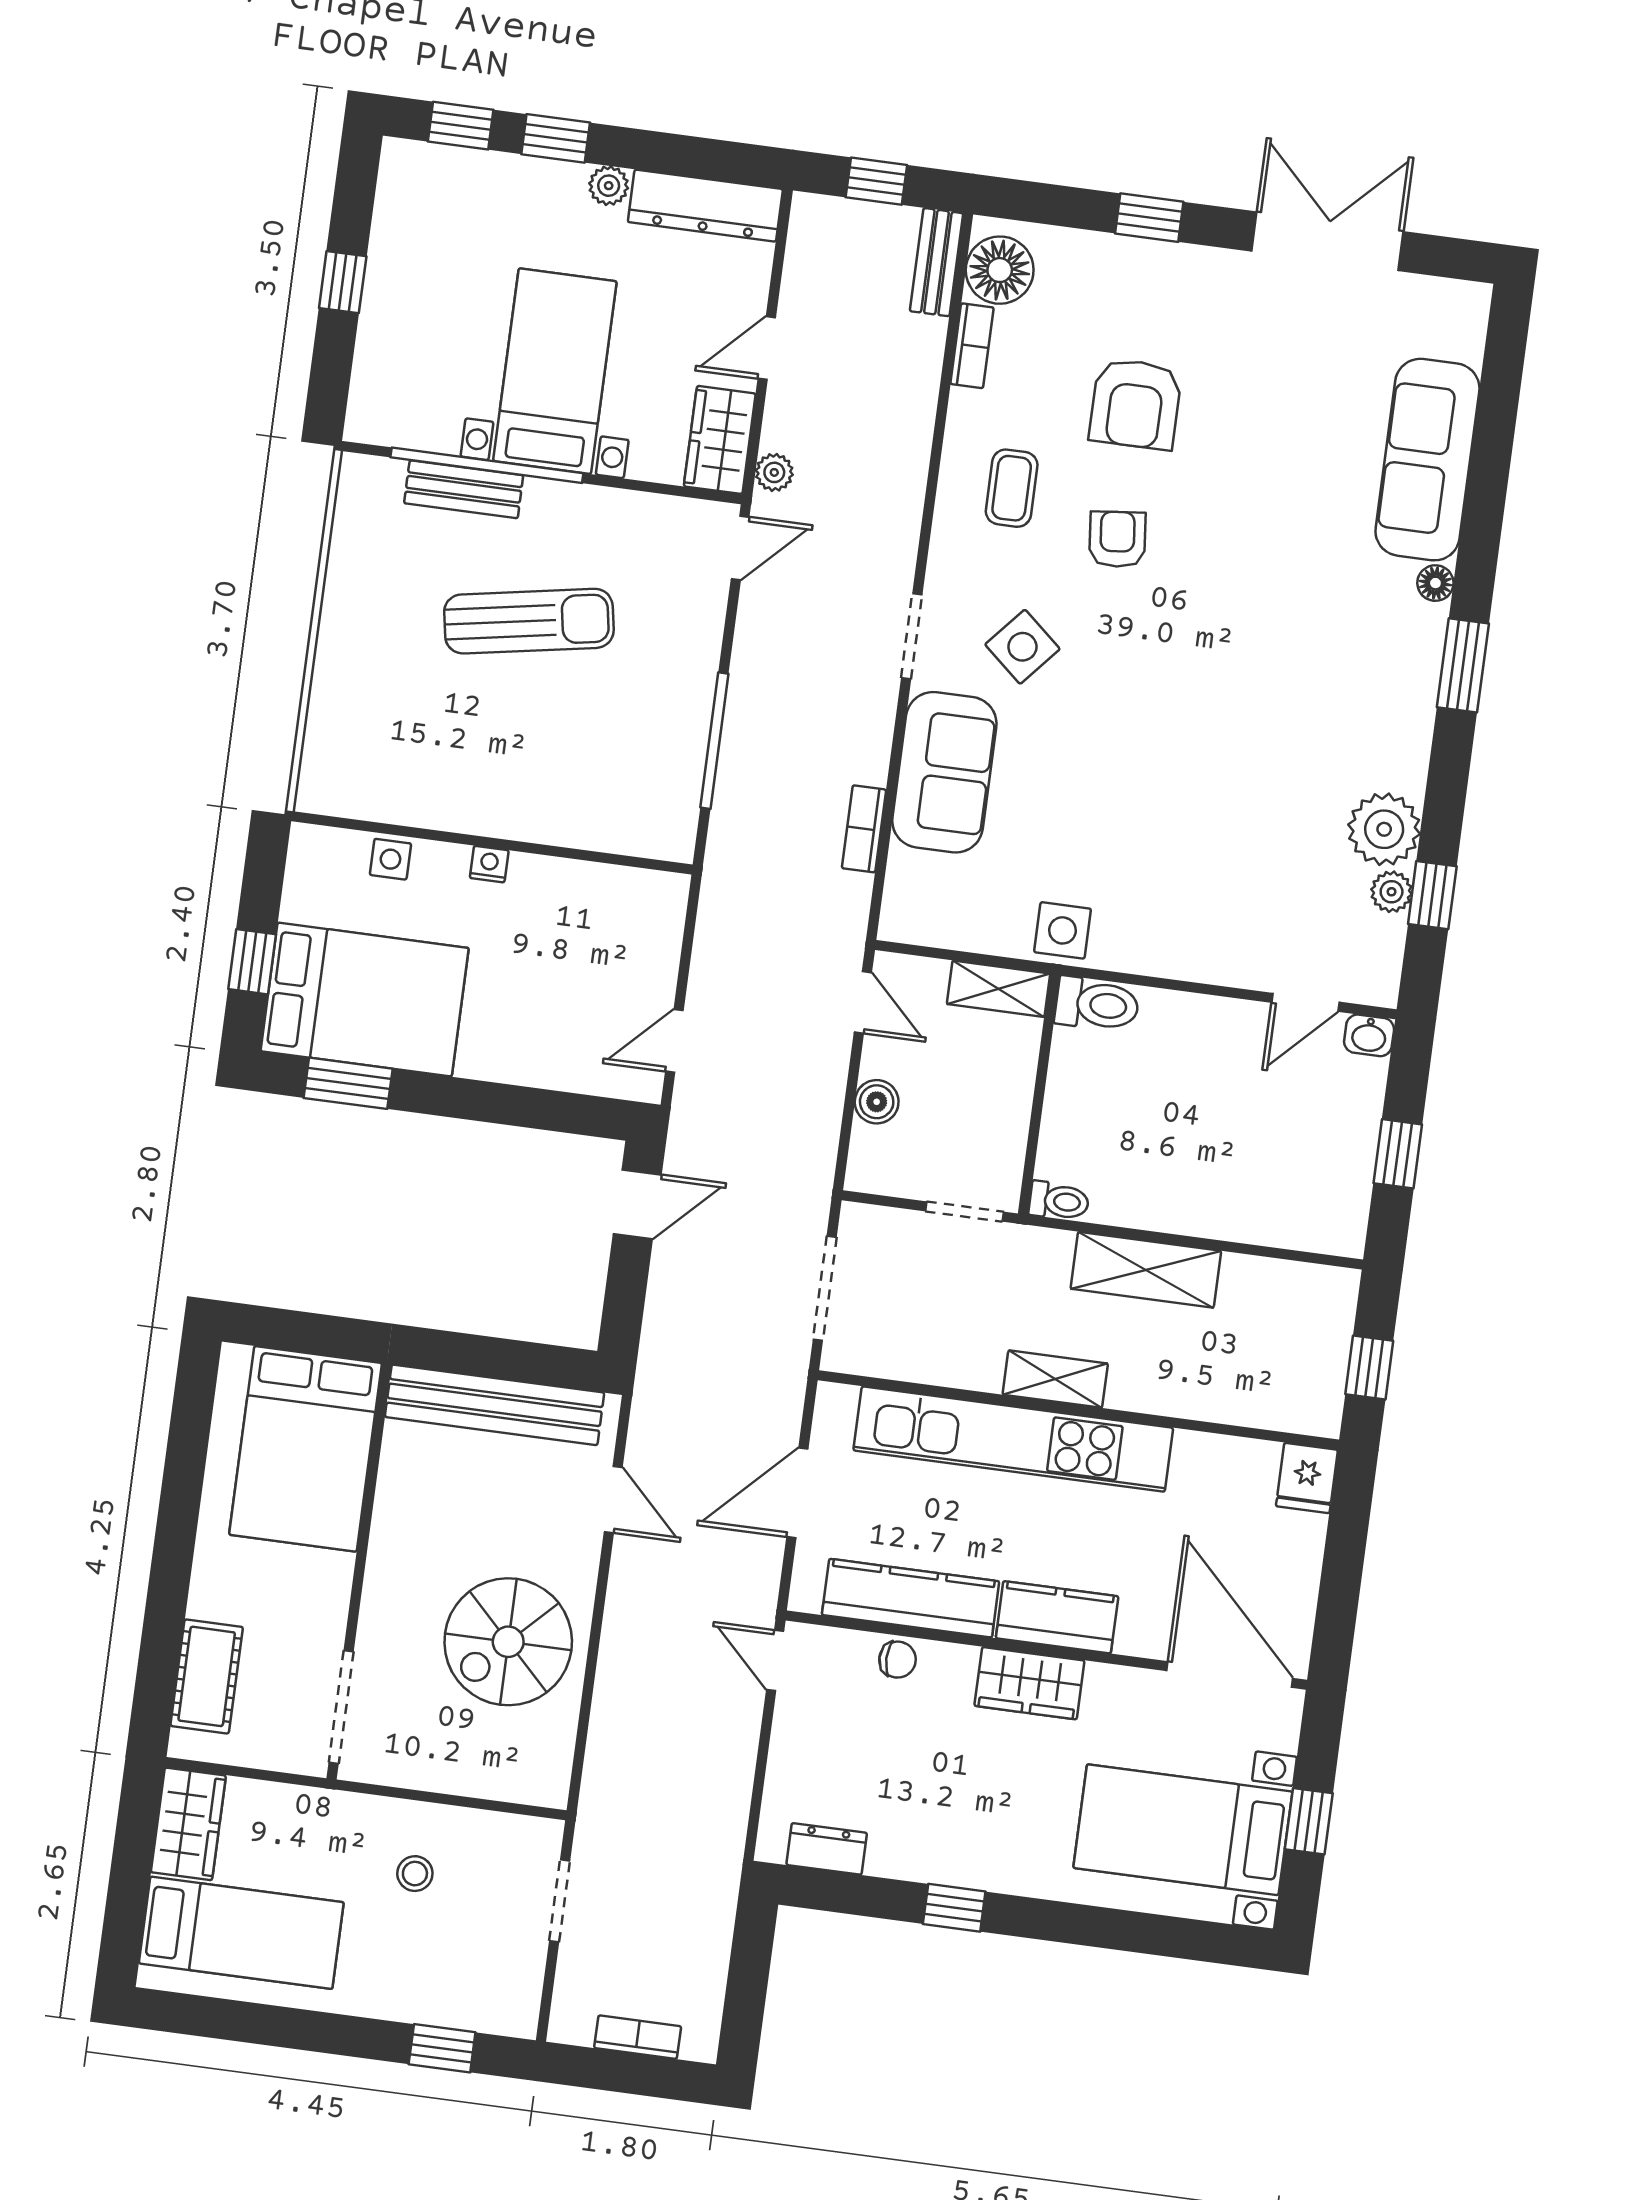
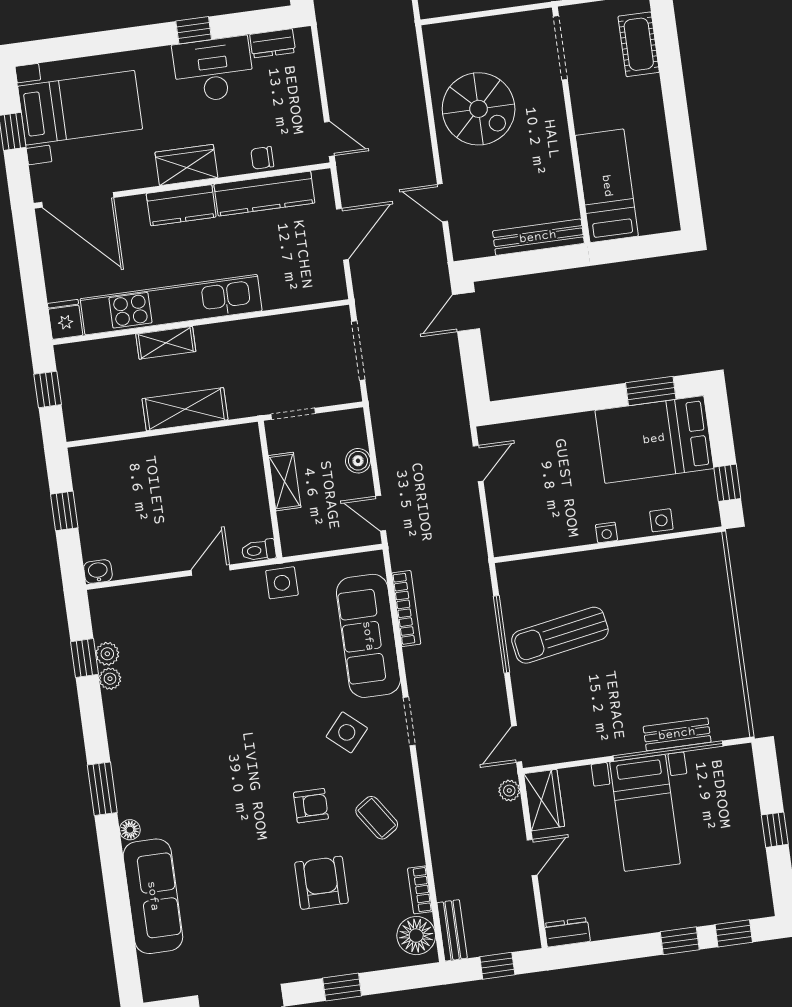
plant: (609, 186) -> (643, 923), removed
dresser: (705, 206) -> (567, 932), width x0.51, depth x0.80
coffee table: (1012, 488) -> (377, 818), turned -34
armchair: (1117, 539) -> (311, 806), turned -84
sun lounger: (529, 621) -> (560, 635), moved
sofa: (944, 772) -> (368, 636), width x1.36
bookcase: (864, 829) -> (406, 609), width x1.56
plant: (1384, 829) -> (110, 679), width x0.53, depth x0.53
window: (252, 962) -> (727, 483), moved
shelving: (998, 989) -> (285, 482), moved, turned 90
door: (1305, 1002) -> (211, 570), moved
toilet: (1097, 1004) -> (259, 550), width x0.73, depth x0.72
toilet: (1059, 1201) -> (243, 434), removed
door: (637, 1204) -> (466, 312), moved
shelving: (1055, 1379) -> (166, 343), moved
bench: (495, 1405) -> (538, 237), width x0.73, depth x0.82
kitchen unit: (1013, 1439) -> (171, 305), moved
bed: (305, 1449) -> (607, 186), width x0.67
spiral stairs: (508, 1642) -> (479, 109), turned 90
desk: (939, 1832) -> (213, 70), added

